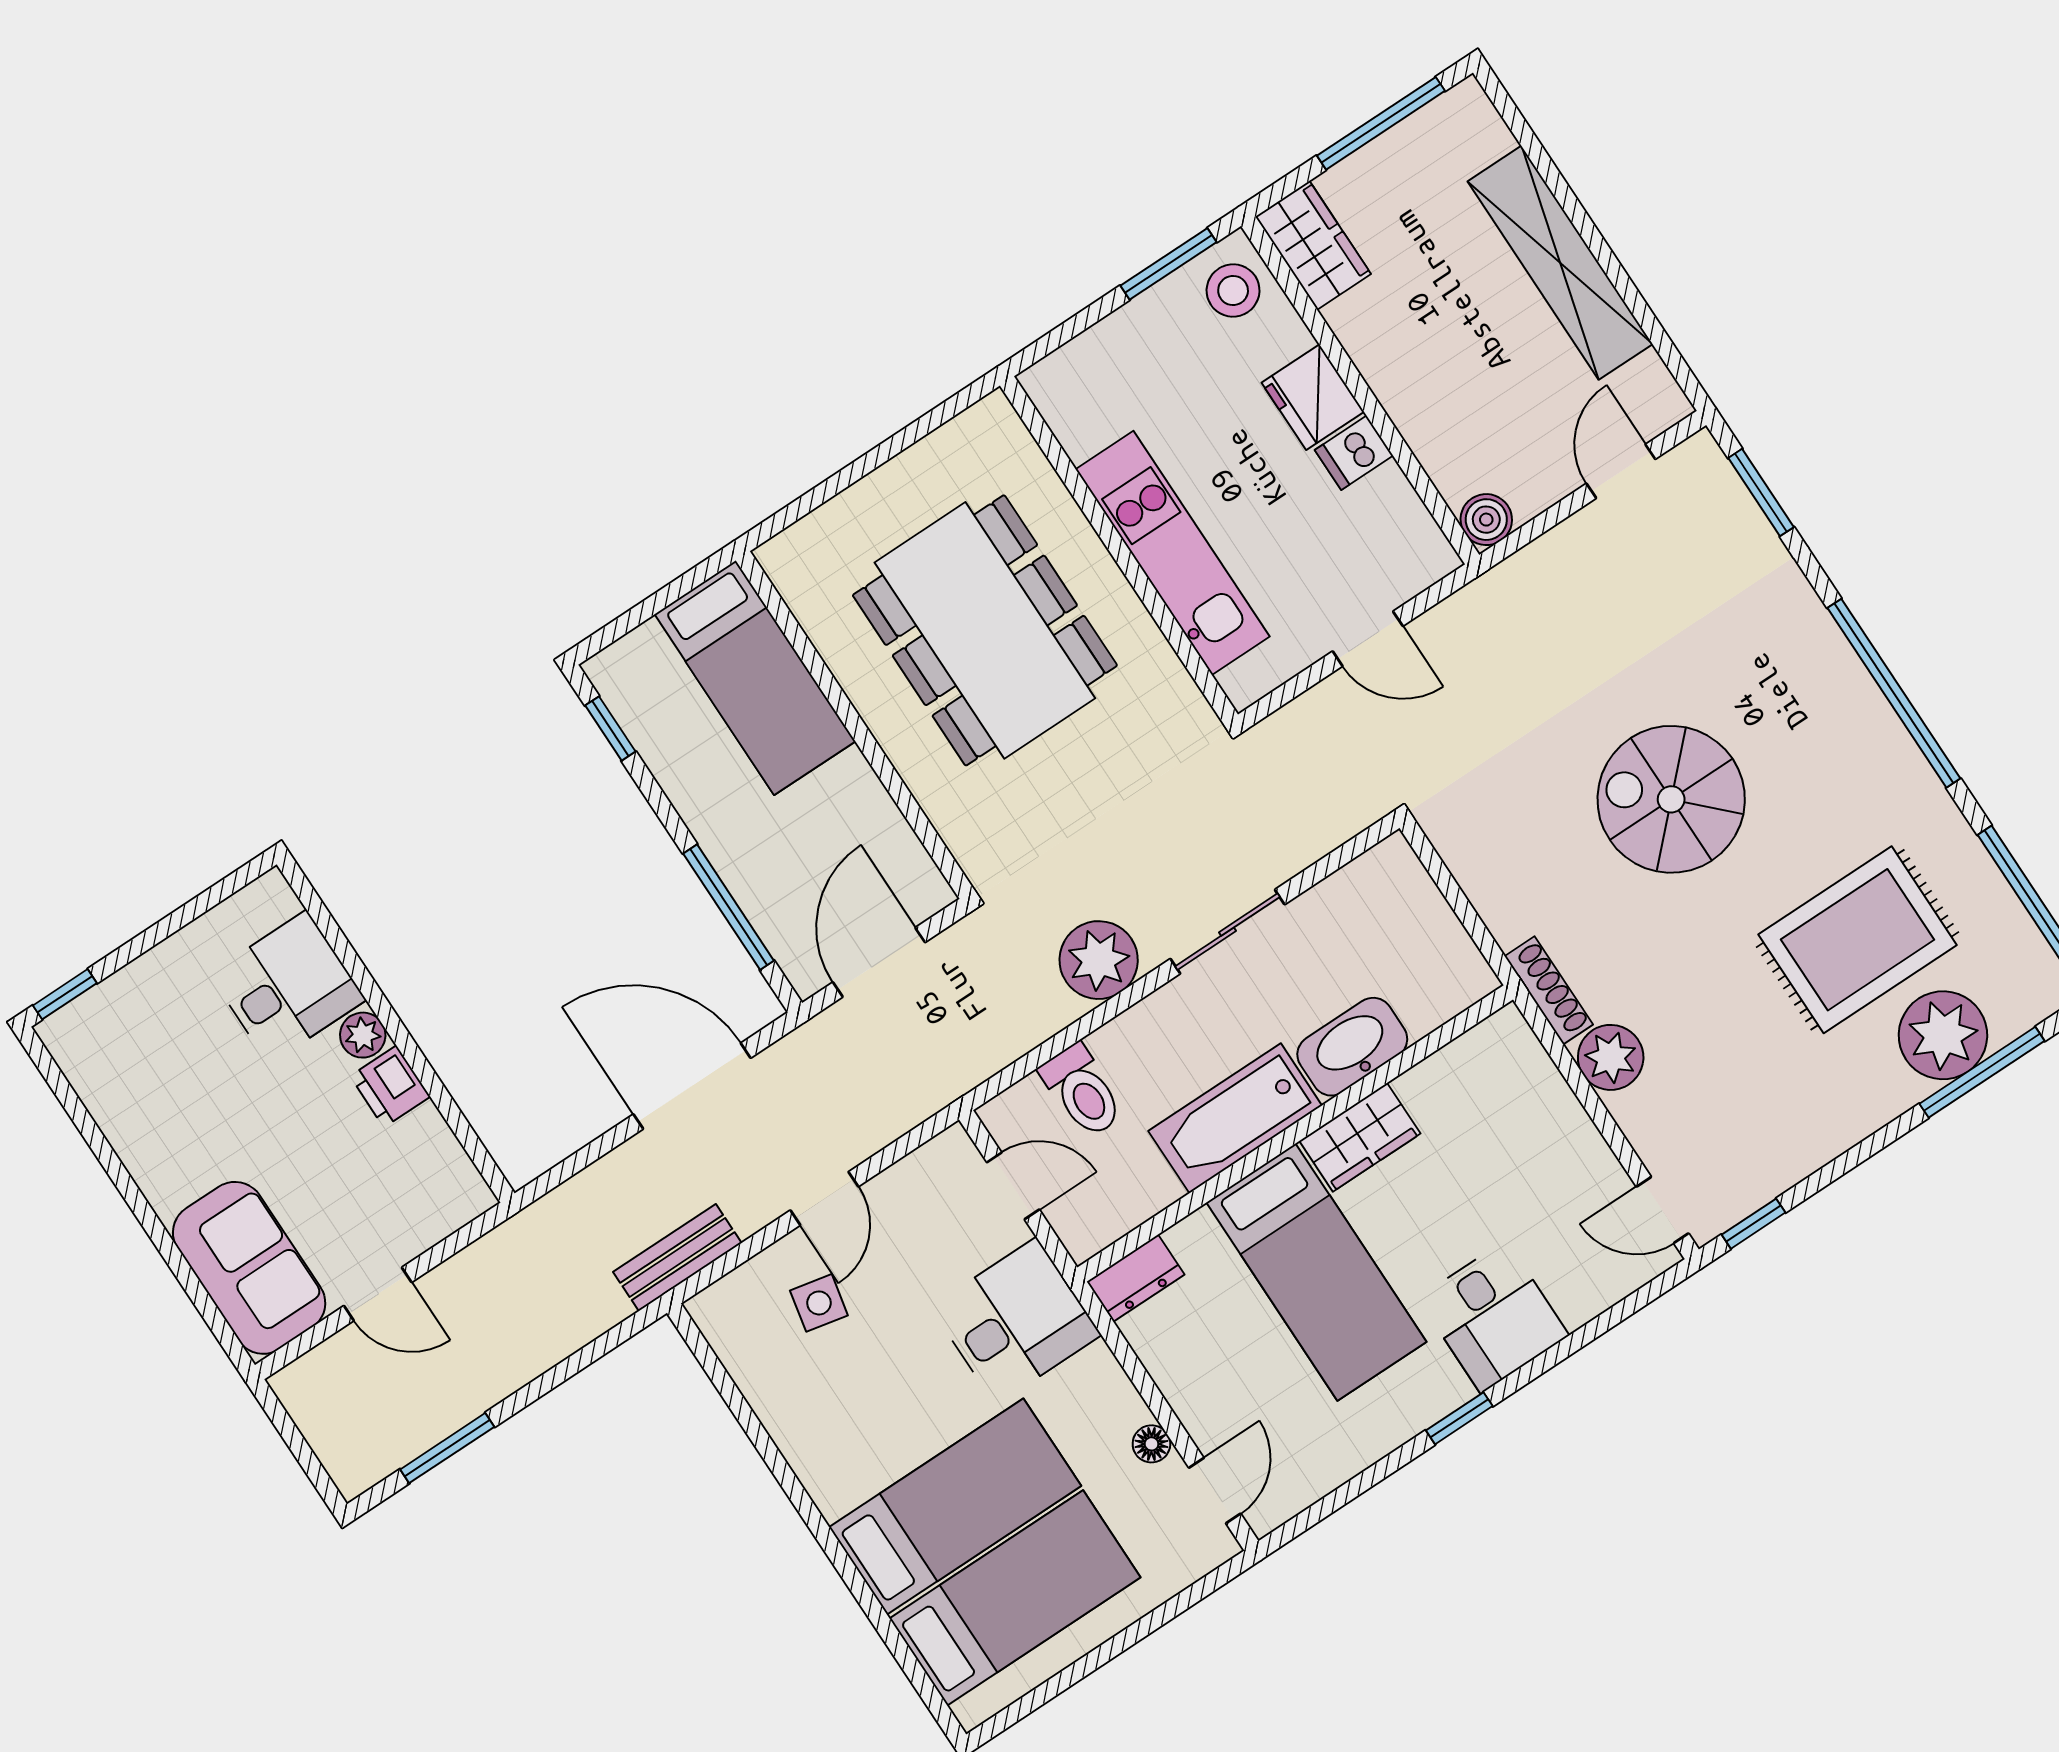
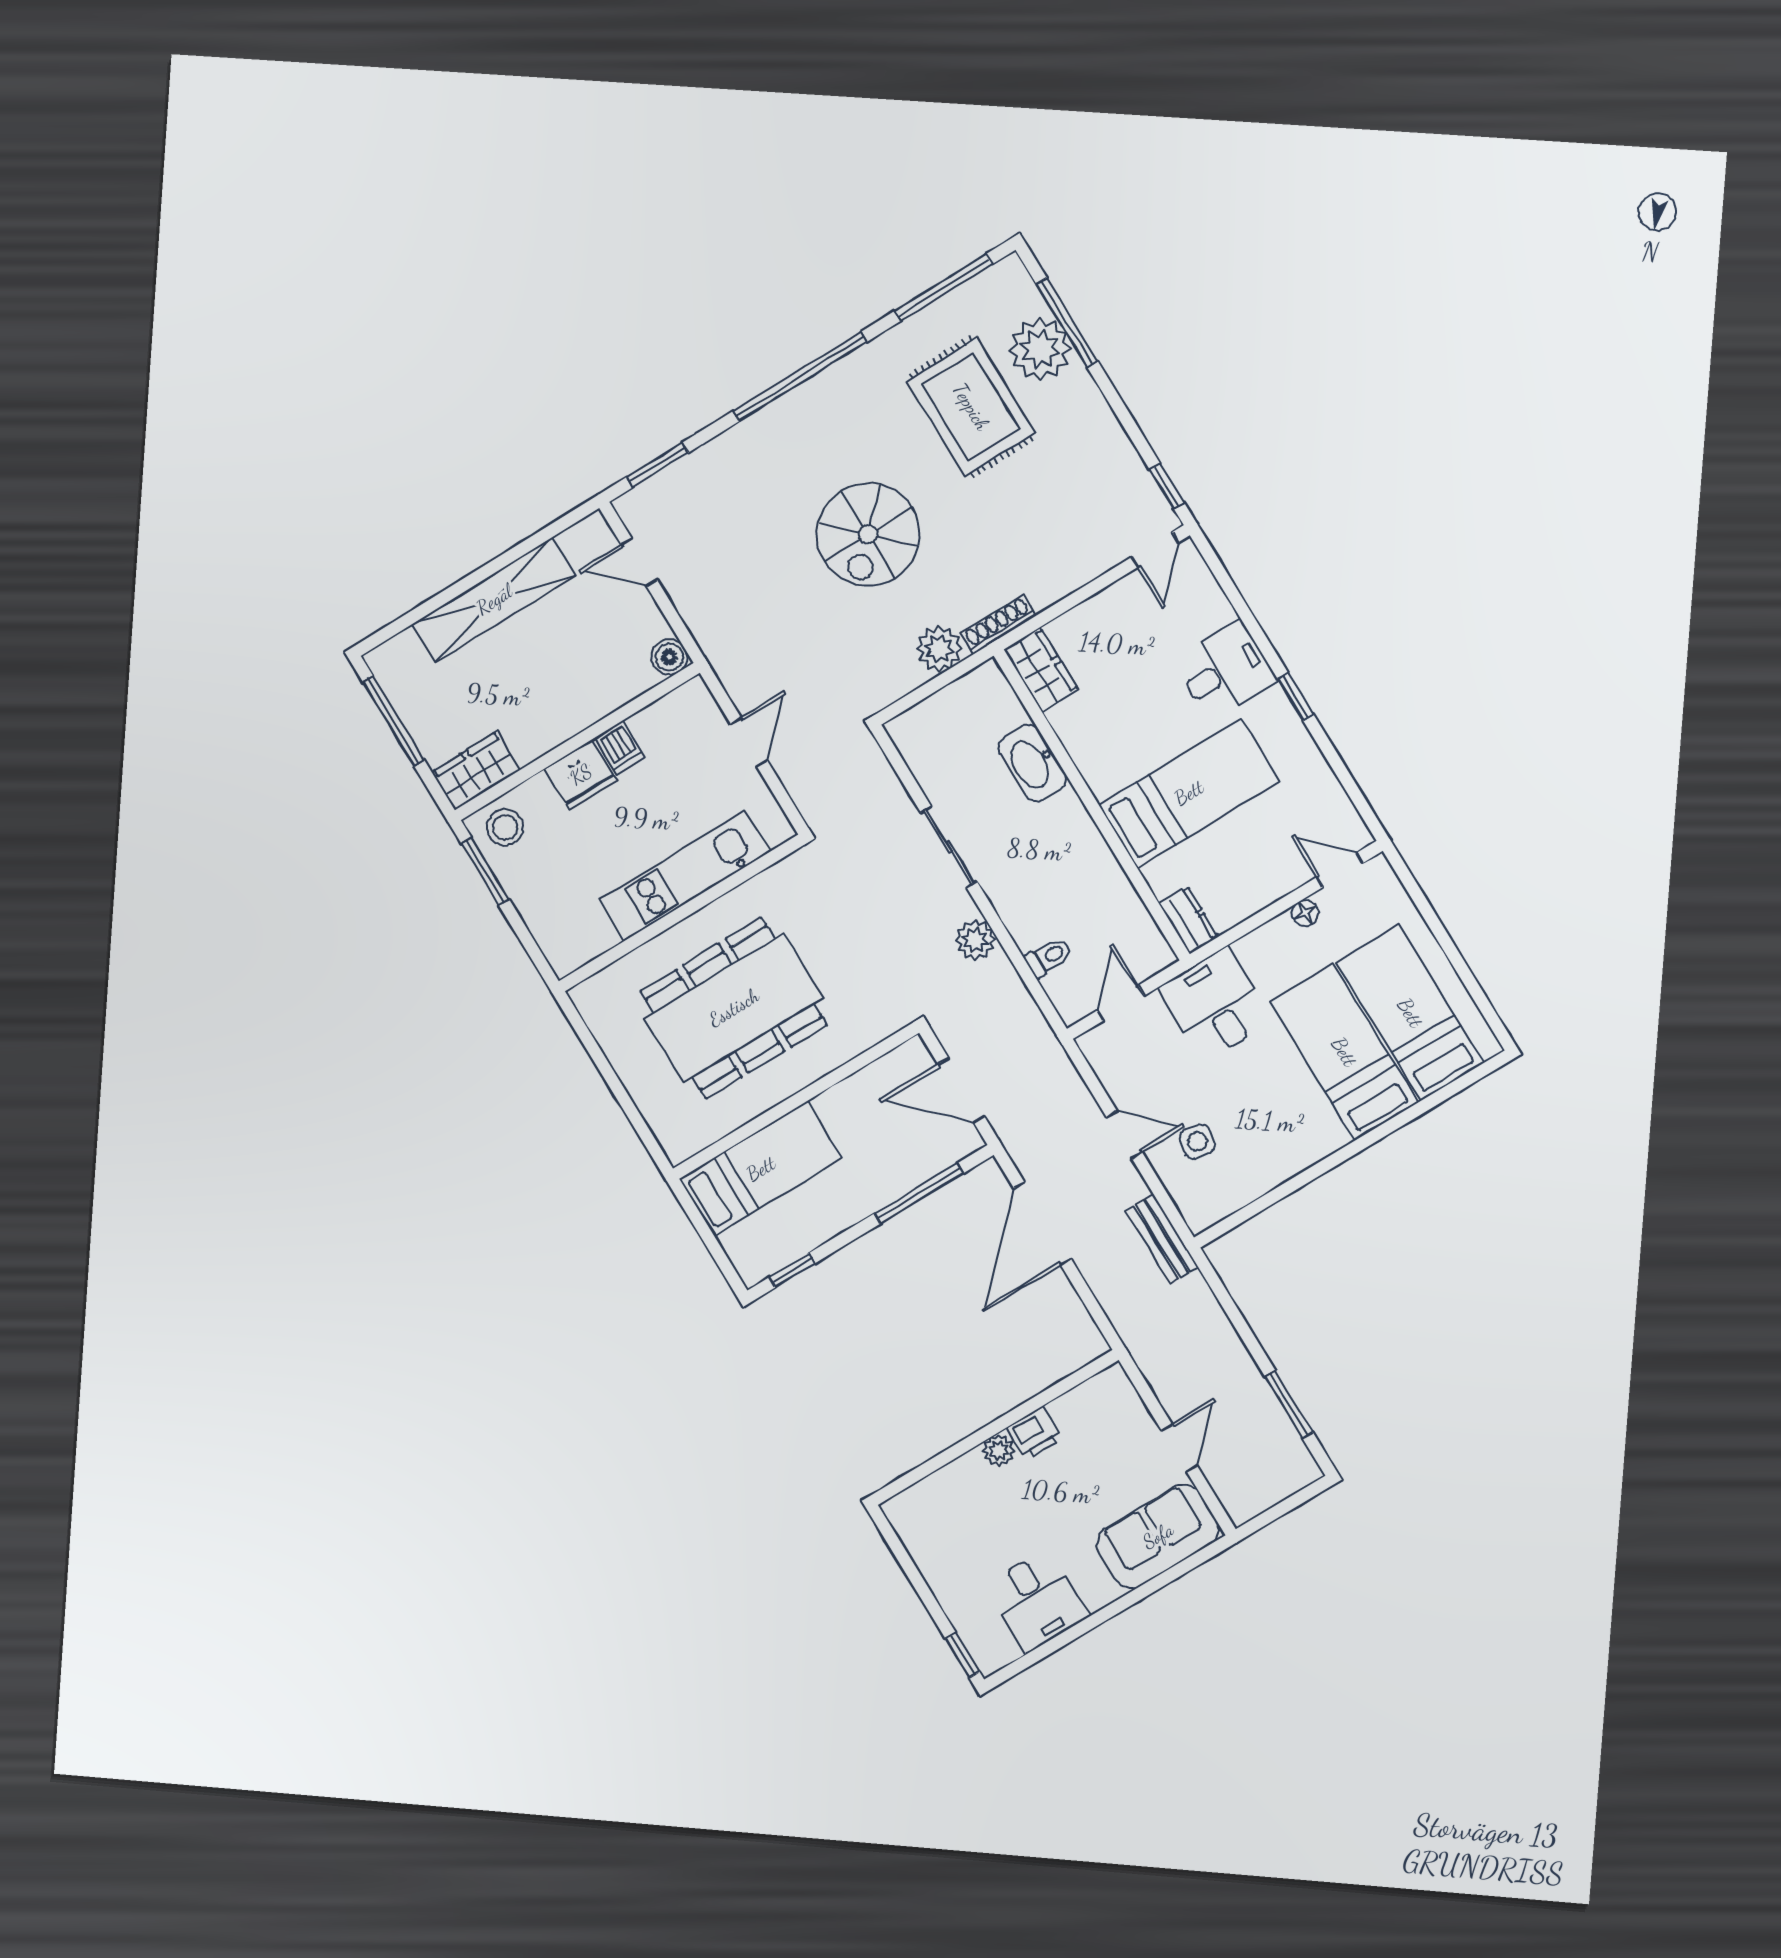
plant: (1099, 960) -> (975, 940), width x0.73, depth x0.73
desk: (288, 987) -> (1037, 1601), moved, turned 180
plant: (1611, 1057) -> (939, 649), moved
toilet: (1082, 1091) -> (1049, 957), width x0.73, depth x0.72
bathtub: (1235, 1118) -> (1079, 846), removed
wardrobe: (1360, 1137) -> (1041, 670), moved

